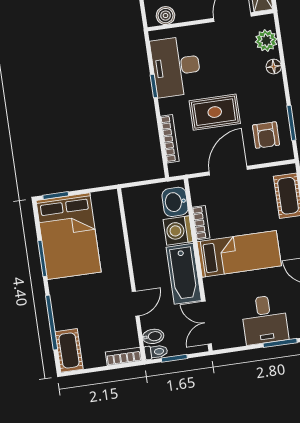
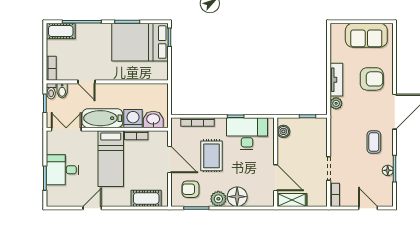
plant: (266, 40) -> (218, 199), moved
floor lamp: (274, 67) -> (237, 197), width x1.89, depth x1.89

